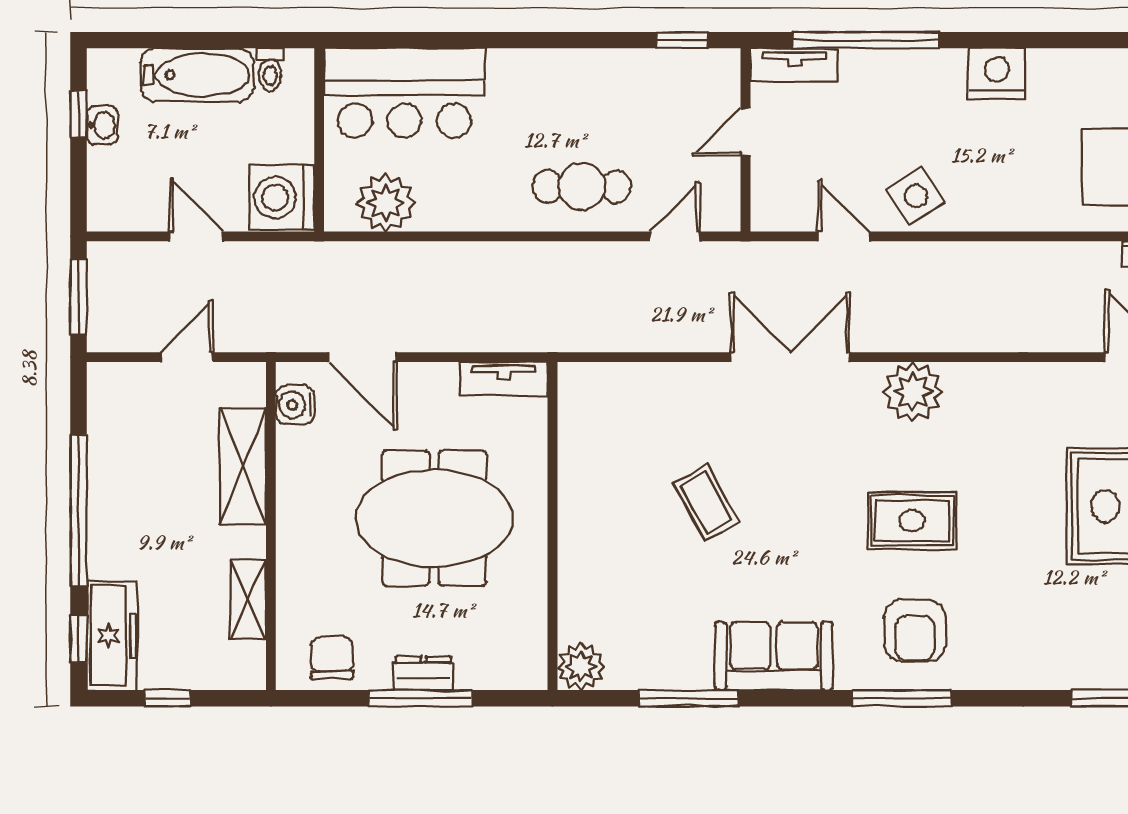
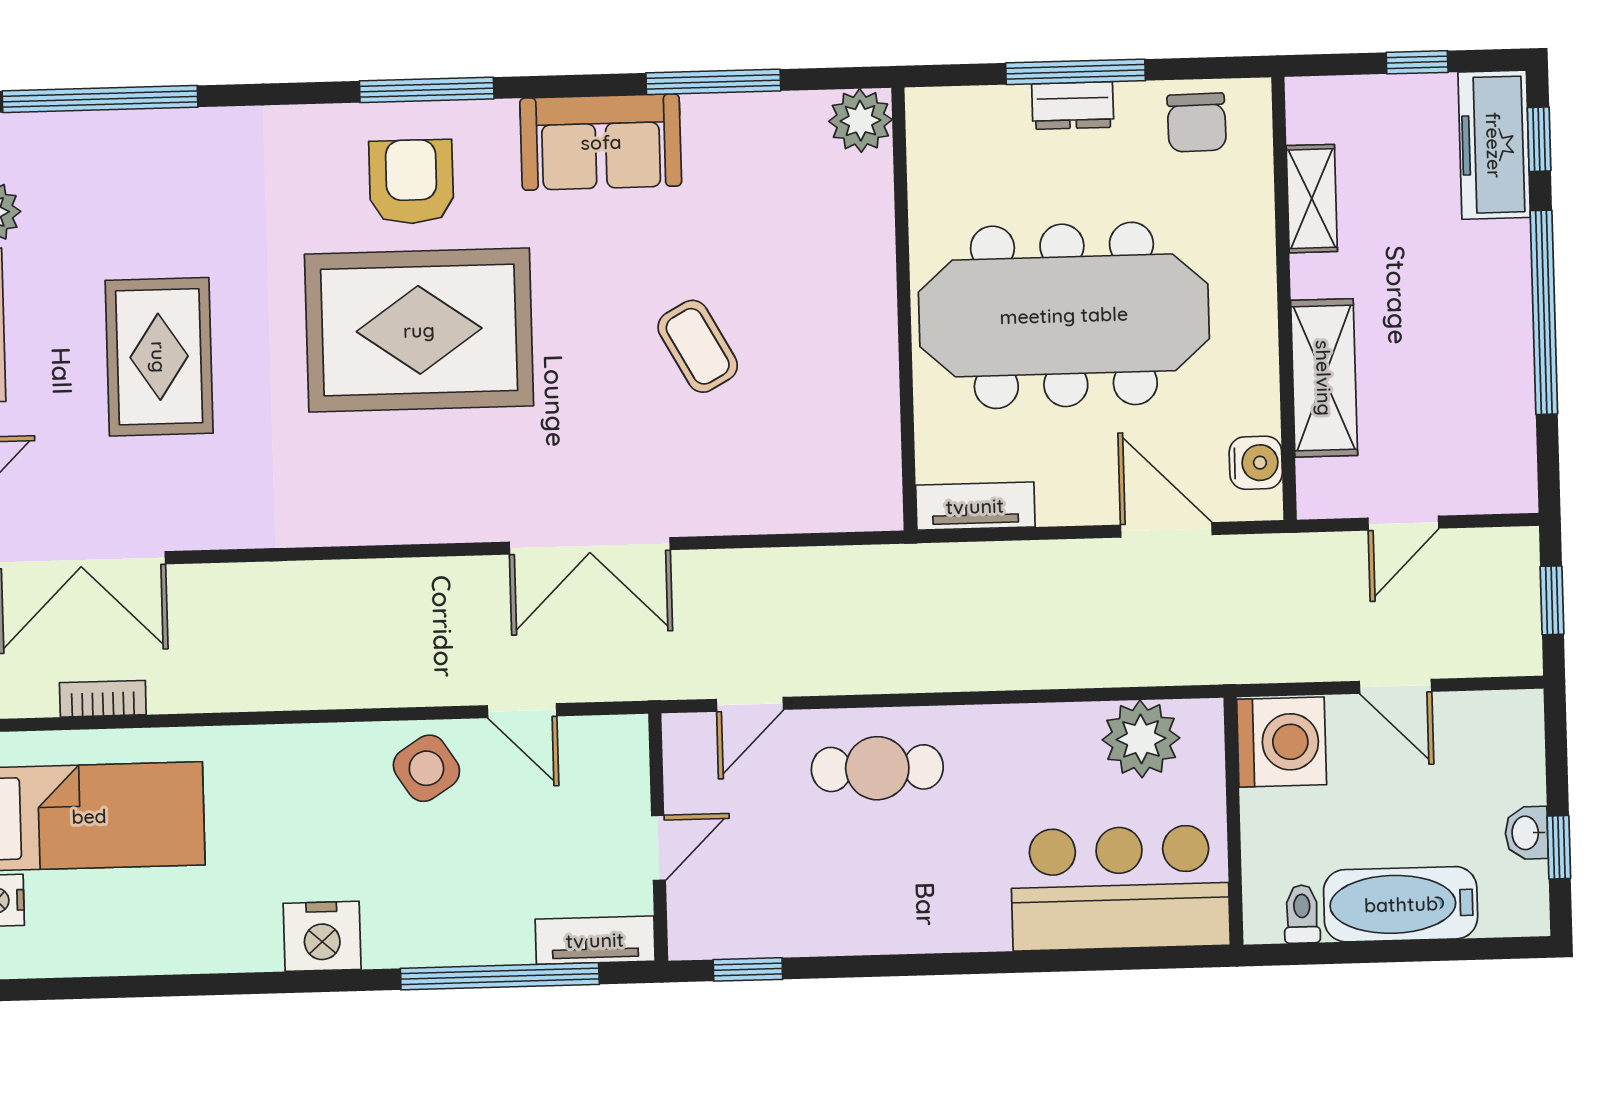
window: (79, 297) -> (1552, 600), width x0.67
plant: (913, 392) -> (423, 504), removed
meeting table: (434, 518) -> (1064, 315), width x1.36
rug: (912, 521) -> (419, 330), width x1.86, depth x2.06

